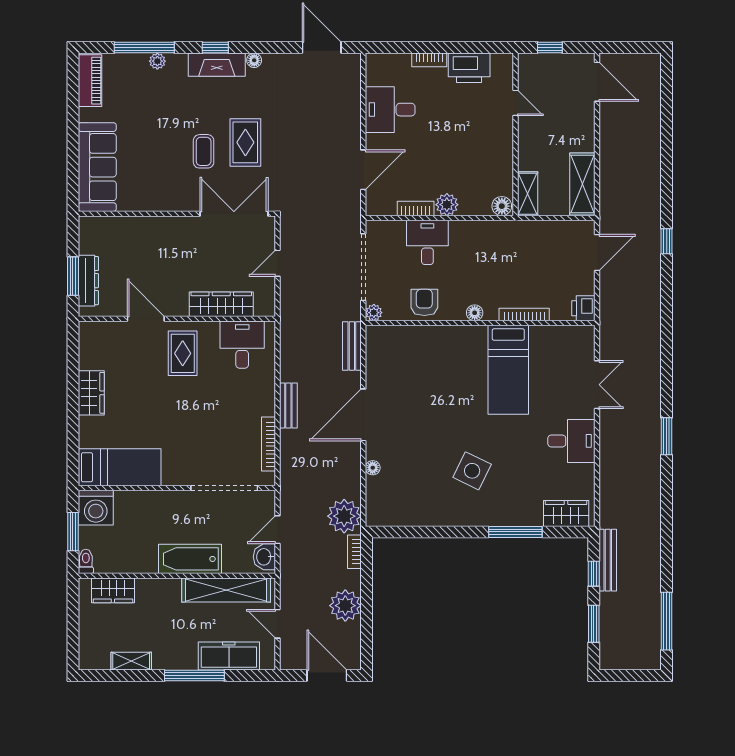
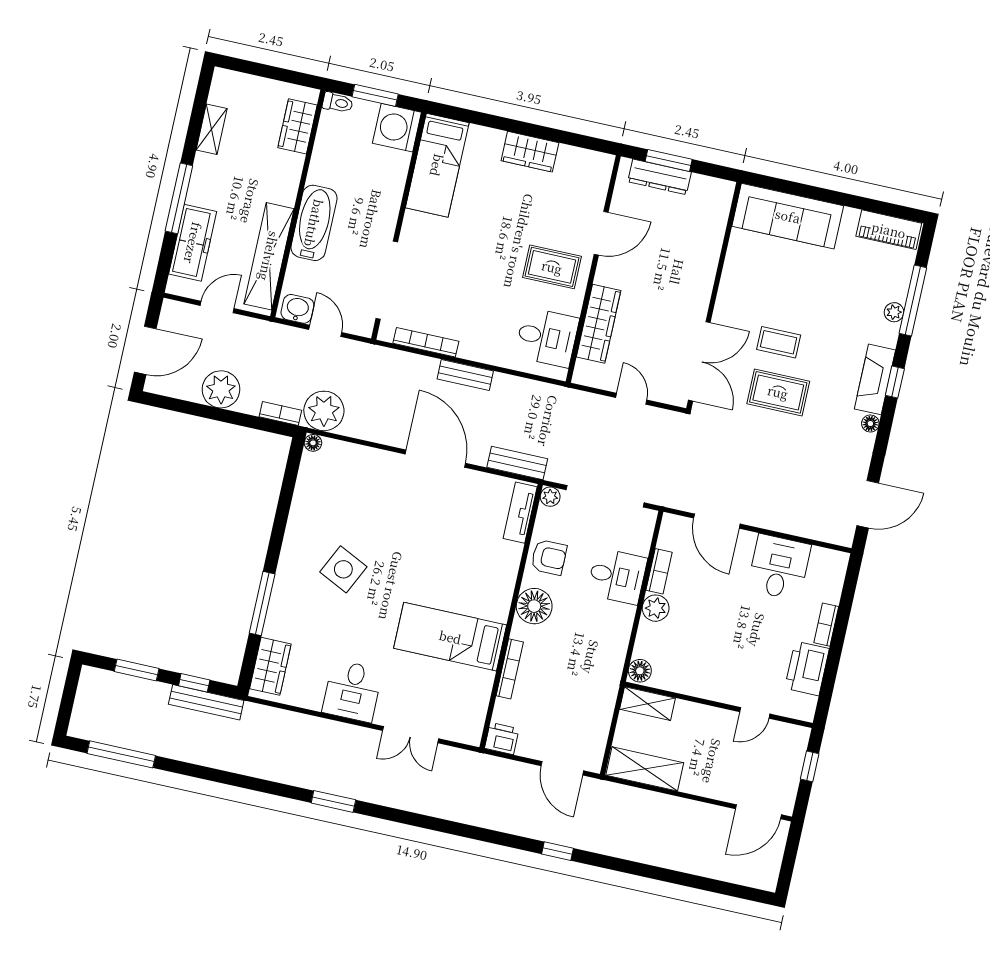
floor lamp: (475, 313) -> (534, 606), width x1.89, depth x1.89
tv unit: (393, 335) -> (520, 513), added
floor lamp: (373, 468) -> (313, 443), moved

